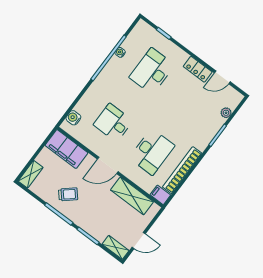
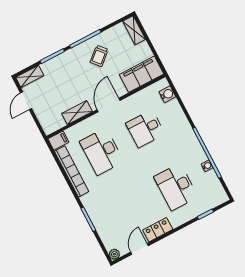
desk: (152, 71) -> (176, 187), turned 180
plant: (226, 113) -> (114, 254), moved
desk: (113, 123) -> (145, 129), turned 180
shelving: (132, 196) -> (77, 113), width x0.67, depth x0.75

